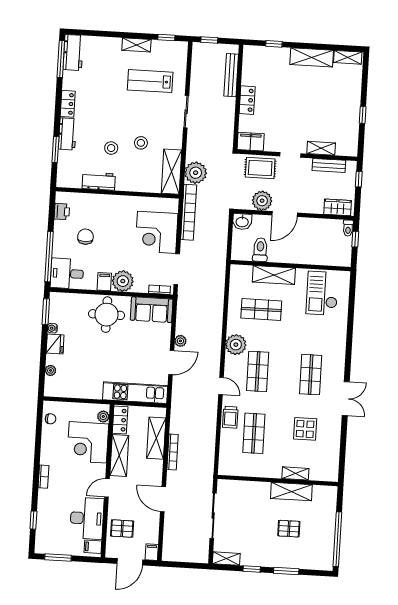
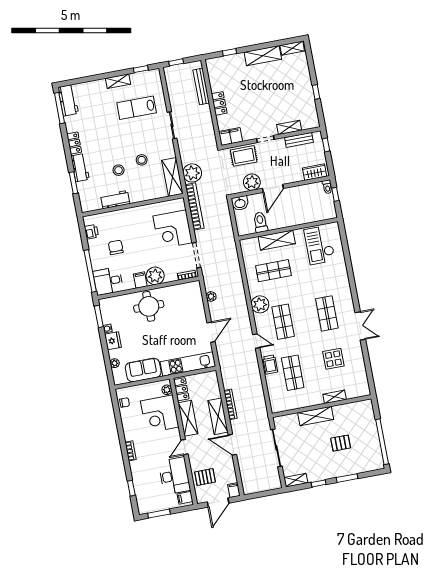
sofa: (152, 310) -> (143, 370), moved, turned 180
plant: (180, 341) -> (211, 296), moved
shelving: (156, 438) -> (218, 416), moved
shelving: (291, 492) -> (316, 416), moved

